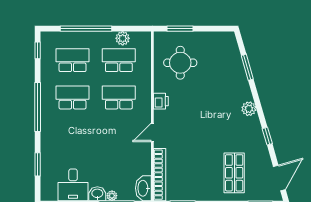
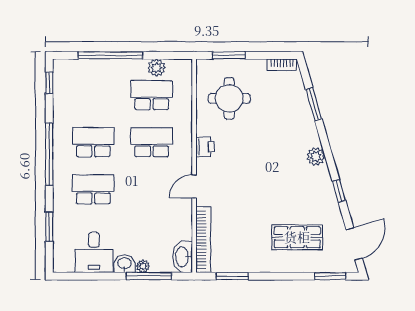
bookcase: (222, 36) -> (282, 65), added
school desk: (73, 60) -> (93, 189), moved
shop shelf: (234, 173) -> (297, 237), turned 90

